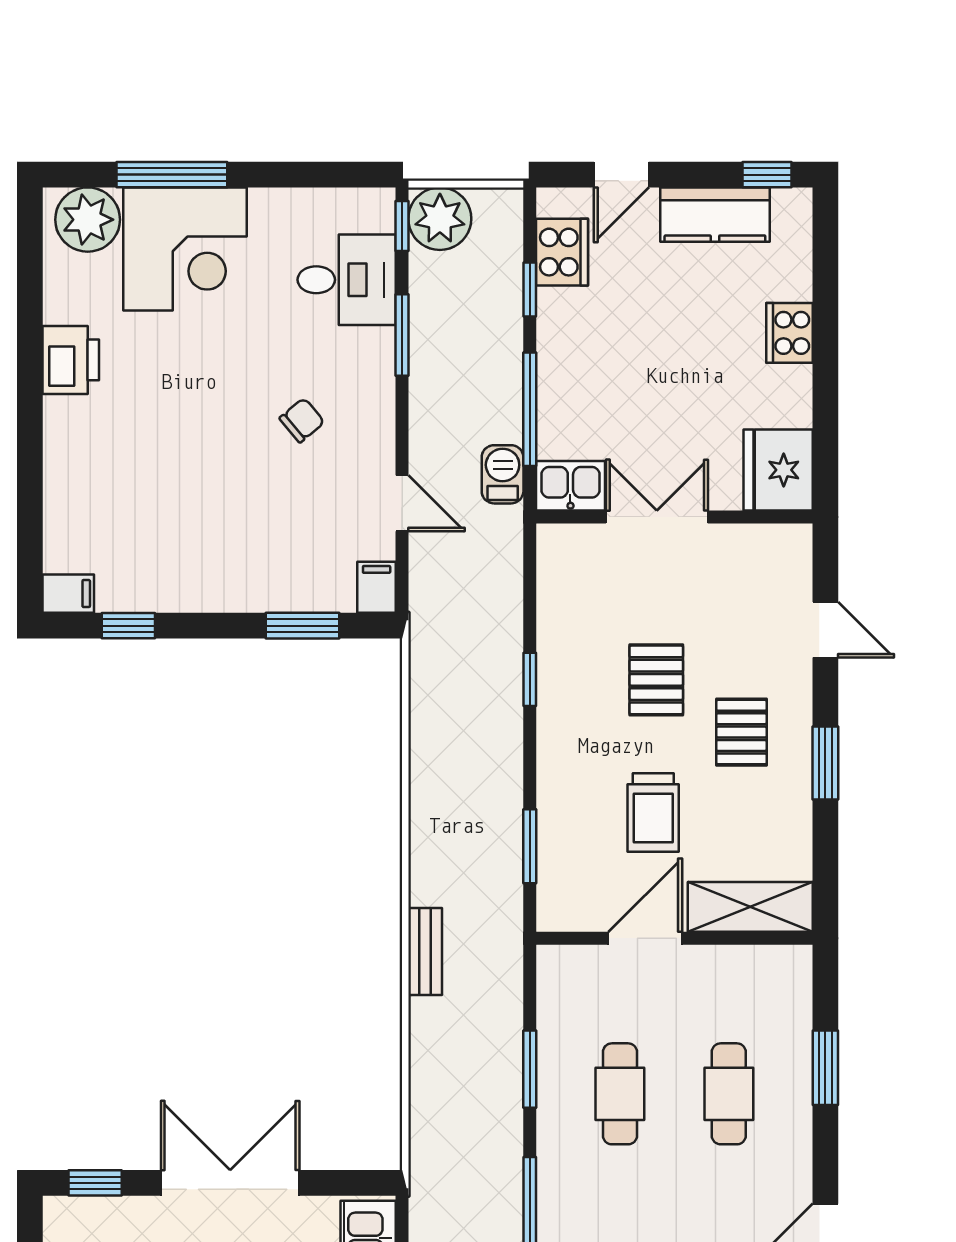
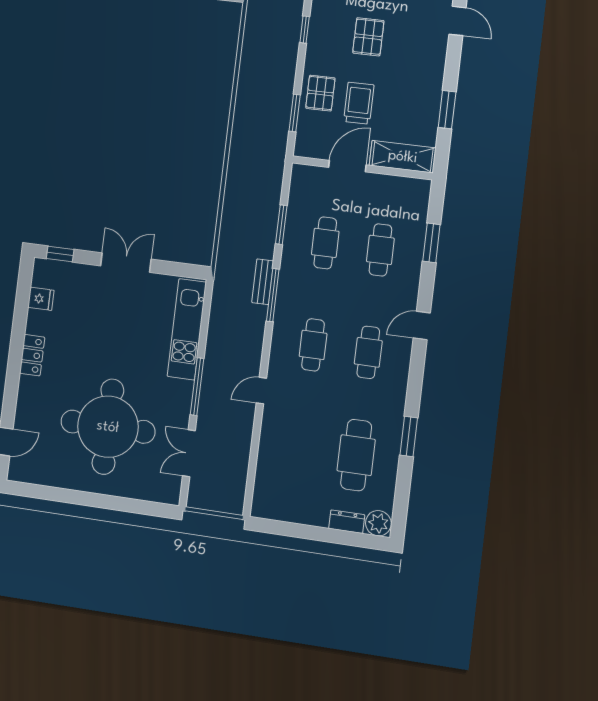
pallet: (741, 732) -> (320, 93), moved
window: (825, 763) -> (447, 110), moved
trolley: (653, 812) -> (359, 103), turned 180
bench: (425, 952) -> (263, 282), moved
double door: (230, 1183) -> (126, 263), width x0.73

